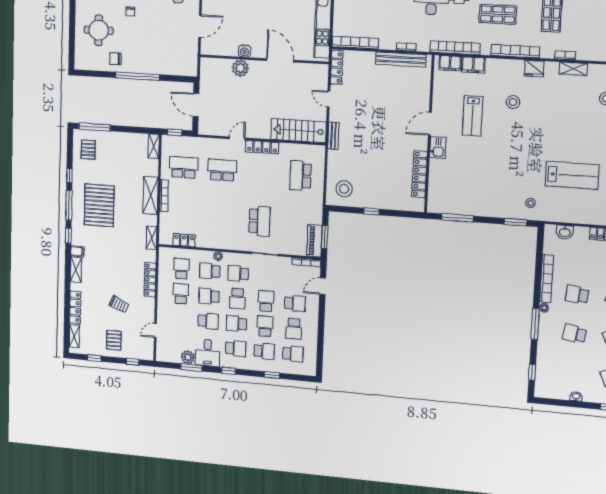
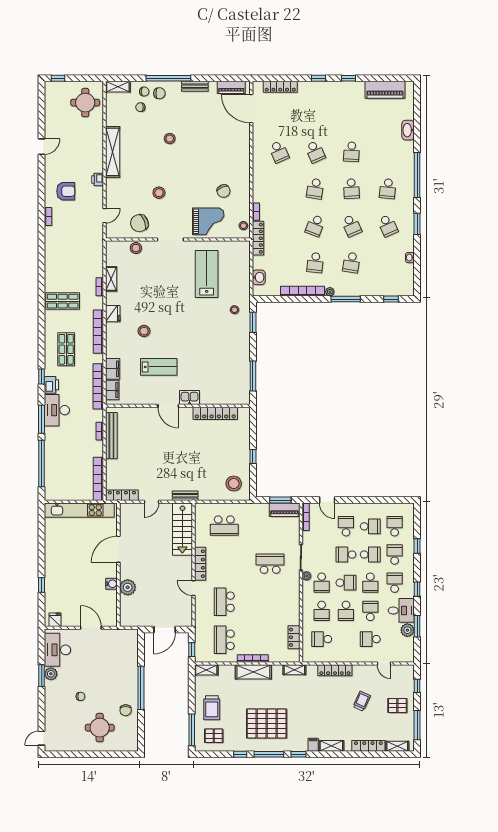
trolley: (116, 149) -> (212, 708), added
plant: (218, 256) -> (307, 576), moved
school desk: (181, 294) -> (370, 639), moved
school desk: (265, 326) -> (370, 554), turned 180
window: (94, 358) -> (417, 725), width x2.17

